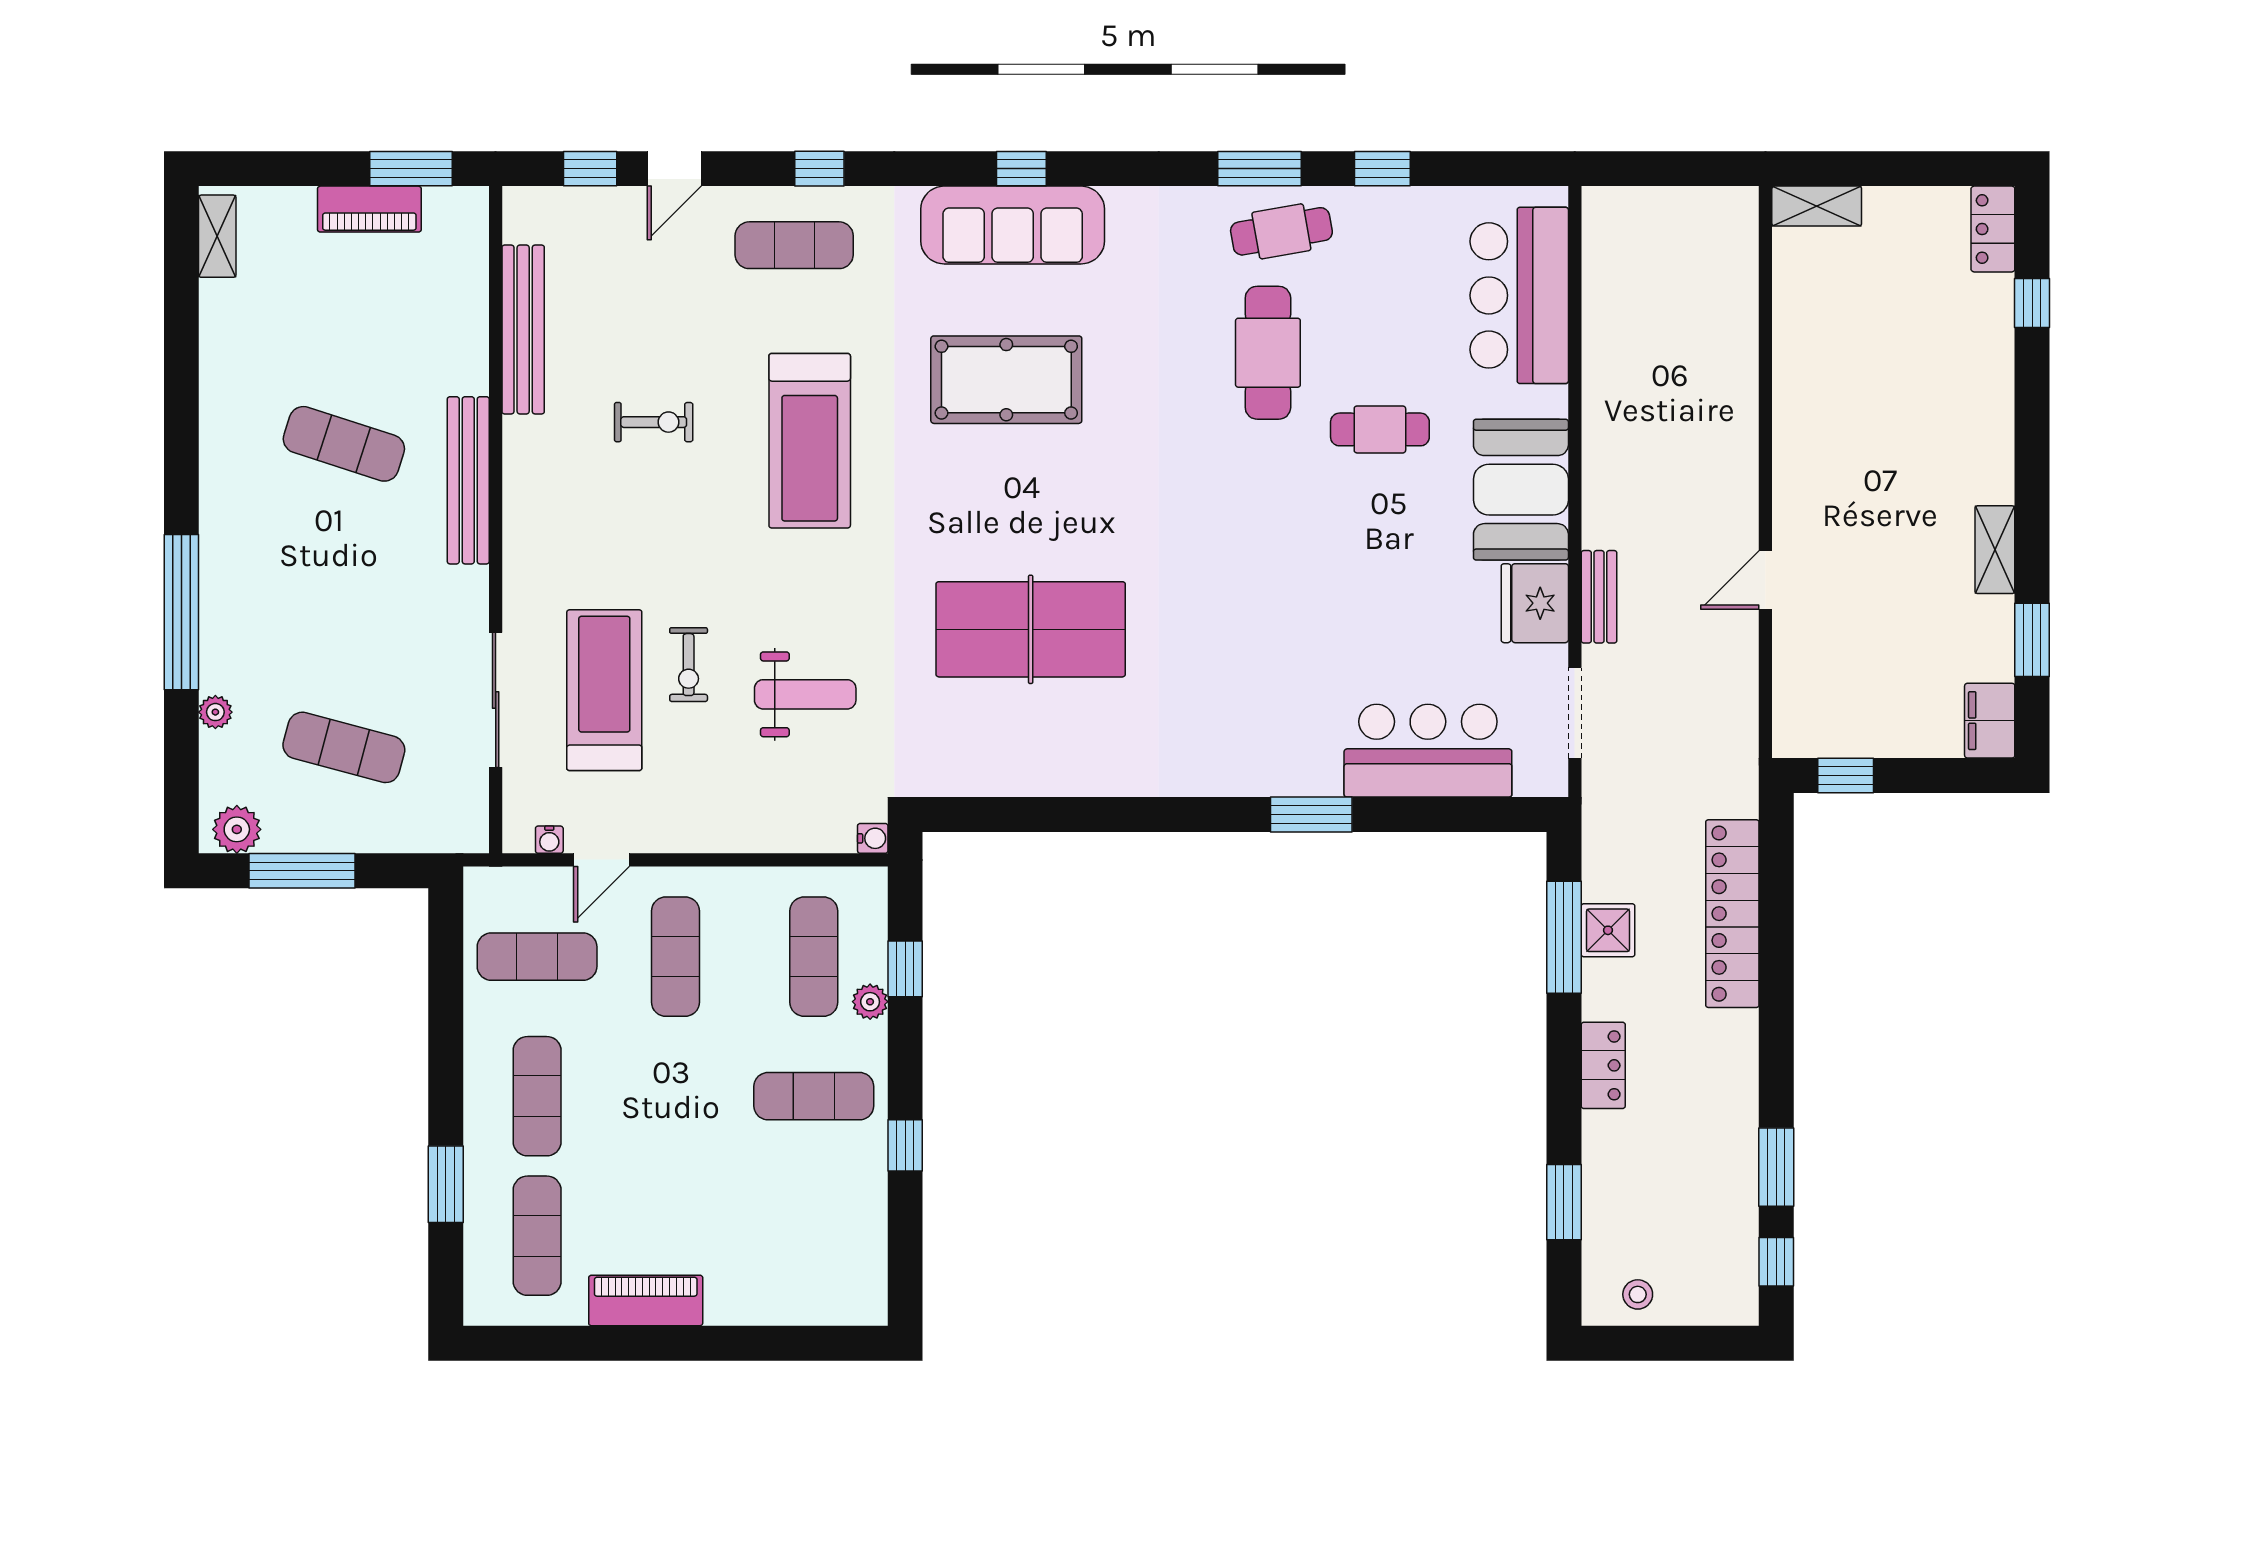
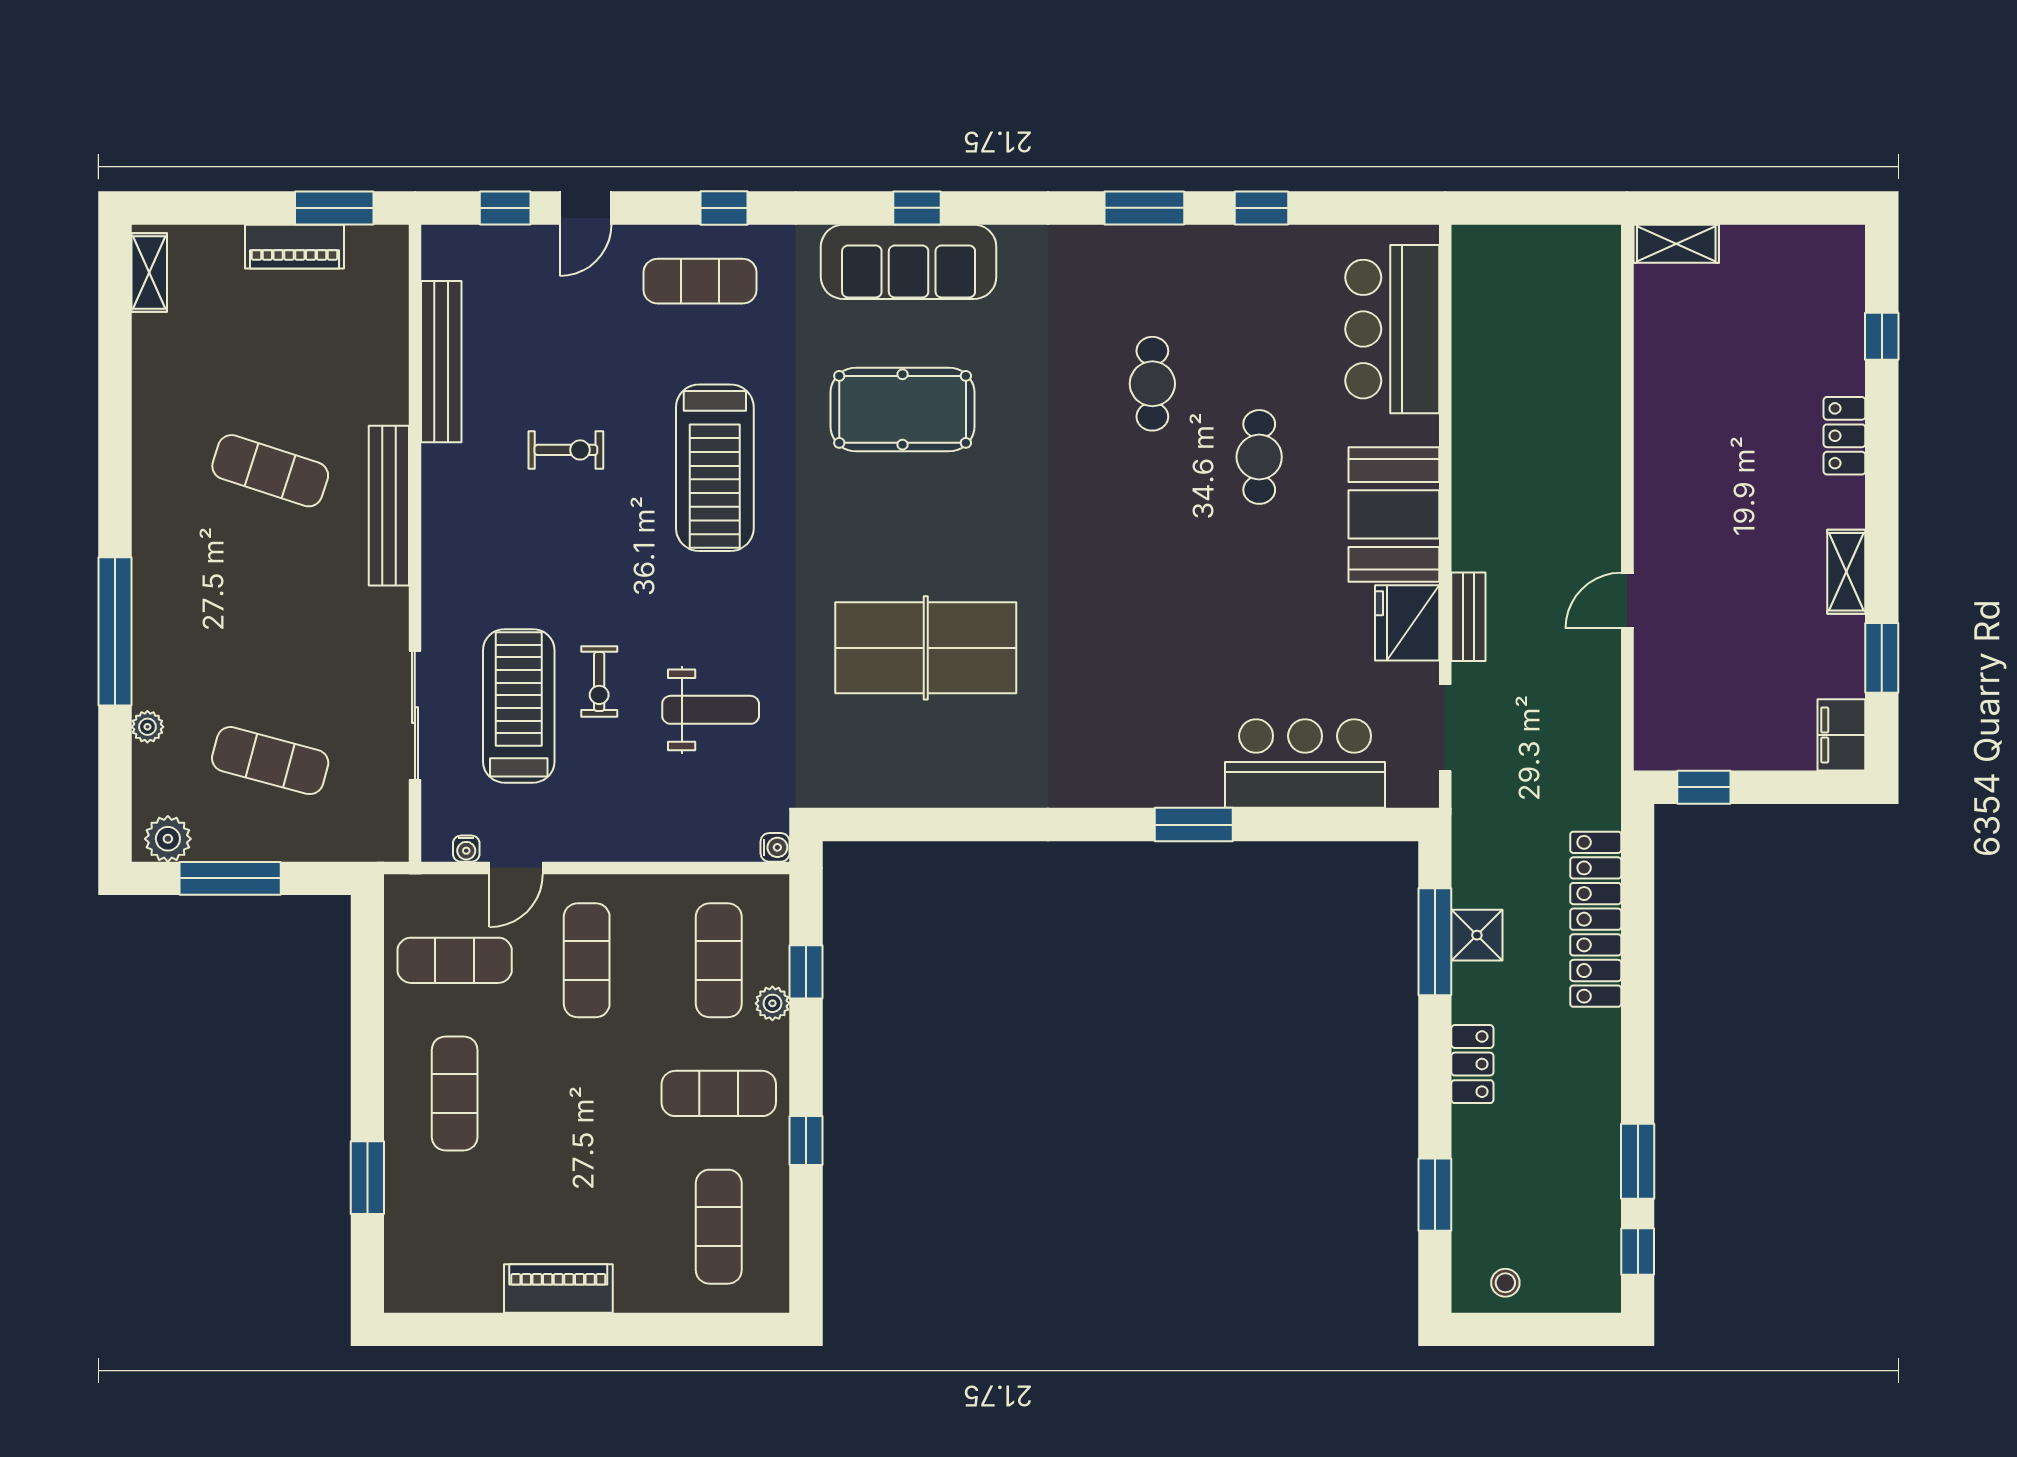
locker: (1993, 229) -> (1844, 436), moved
cafe table: (1281, 231) -> (1165, 268), removed
cafe table: (1268, 353) -> (1152, 384), width x0.73, depth x0.74
cafe table: (1380, 429) -> (1259, 457), turned 90
exercise mat: (537, 1236) -> (719, 1227), moved

